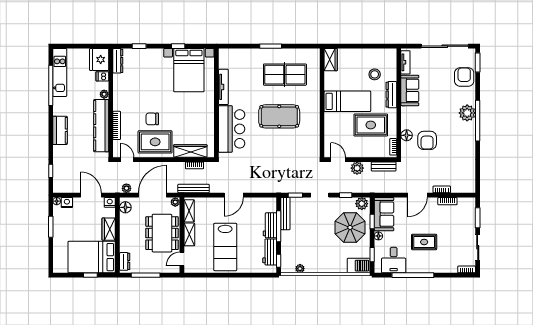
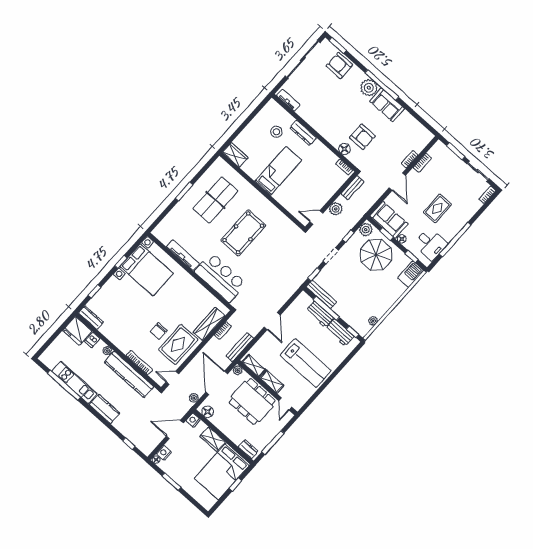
kitchen unit: (60, 72) -> (75, 382), moved
sofa: (410, 90) -> (387, 105), moved, turned 180
rug: (371, 125) -> (312, 169), removed

